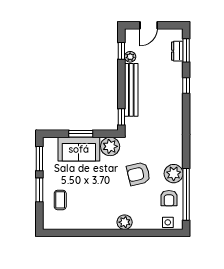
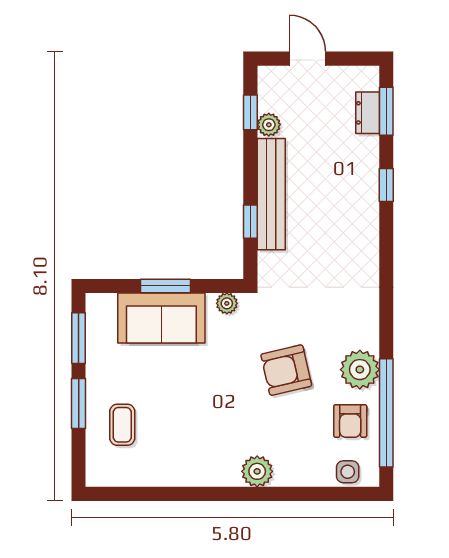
door: (149, 25) -> (307, 59), swing flipped
window: (121, 117) -> (250, 222), moved
plant: (110, 146) -> (227, 303), width x0.53, depth x0.53

